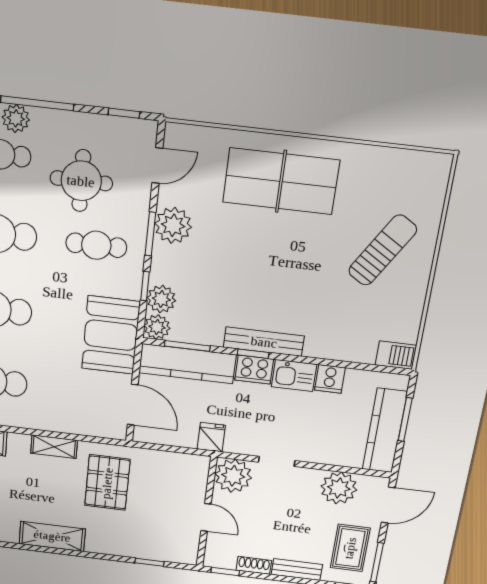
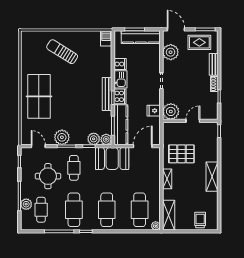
plant: (233, 476) -> (171, 111), moved
wall: (207, 512) -> (190, 121), moved
door: (206, 517) -> (193, 121), moved

